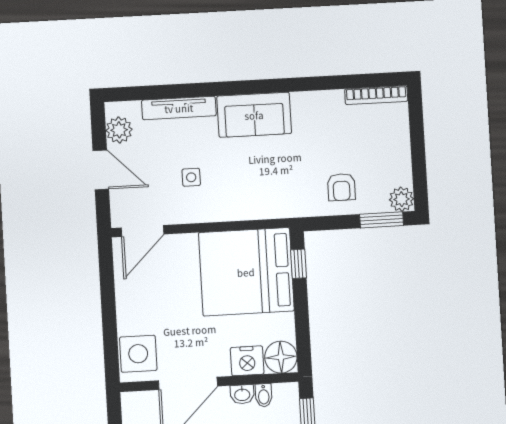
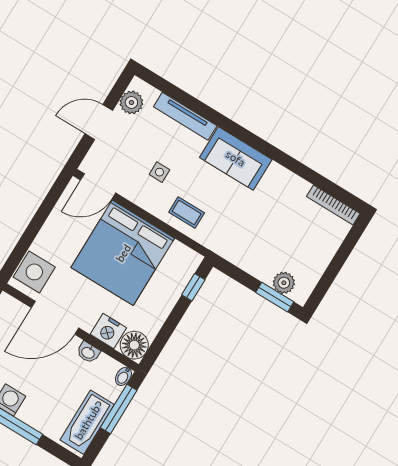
door: (101, 170) -> (99, 122), swing flipped
armchair: (341, 187) -> (262, 254), removed
coffee table: (243, 198) -> (187, 213), added
plant: (401, 199) -> (284, 283), moved
bed: (246, 272) -> (123, 253), moved, turned -90
bidet: (264, 395) -> (124, 376), moved

